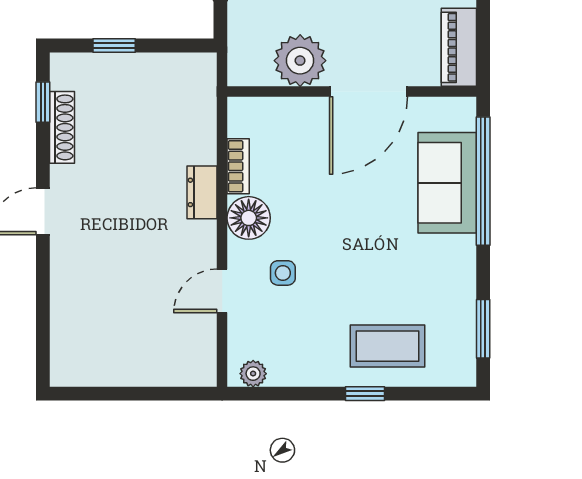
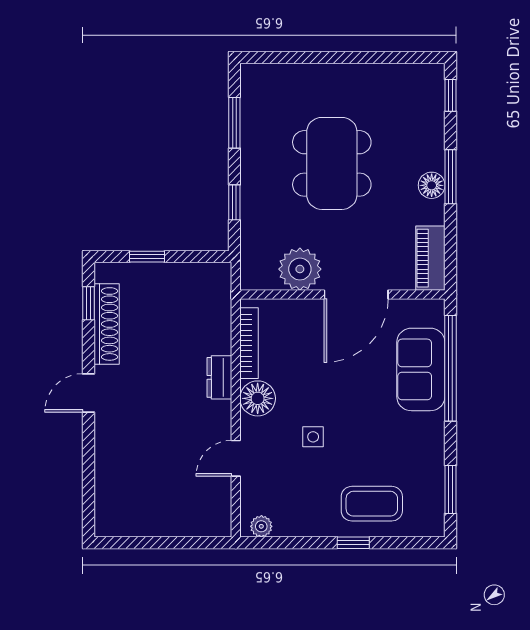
shoe rack: (62, 127) -> (107, 324), width x1.36, depth x1.24
bookcase: (238, 166) -> (249, 343), width x1.56
side table: (283, 273) -> (313, 437), moved

